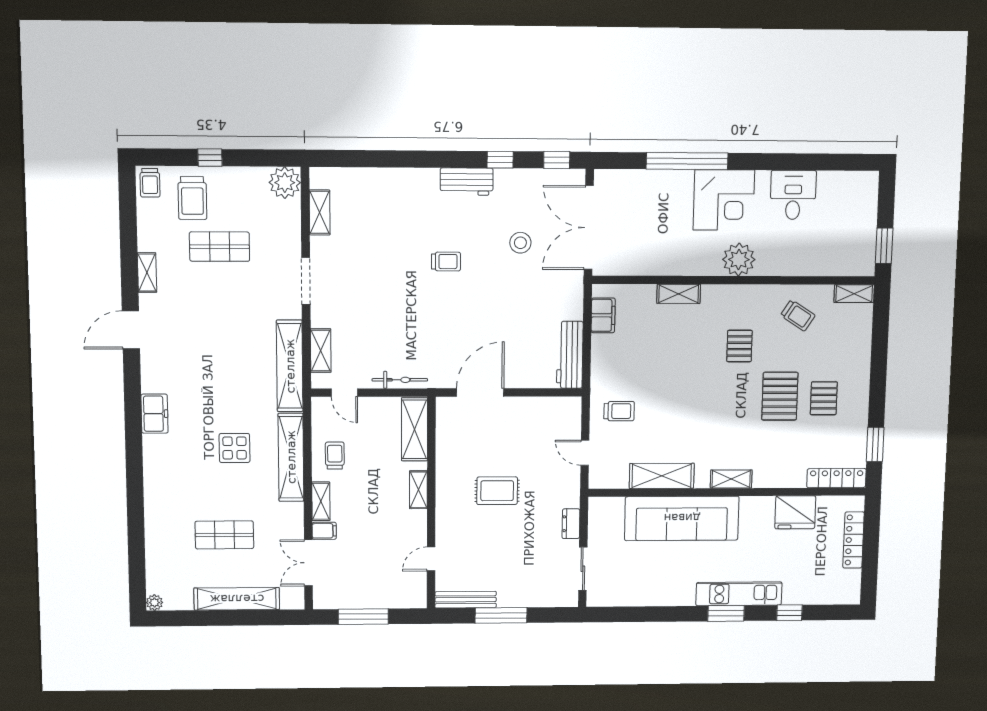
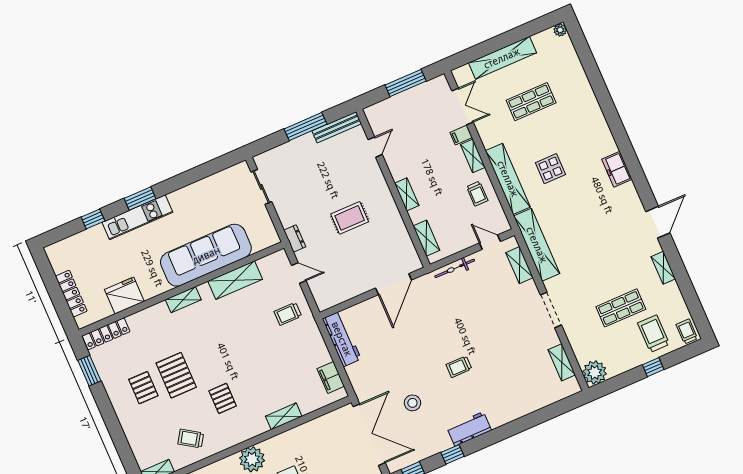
shelving: (414, 429) -> (426, 238), width x0.67, depth x0.75
dresser: (571, 524) -> (295, 238), moved

